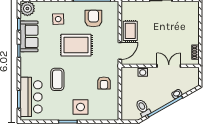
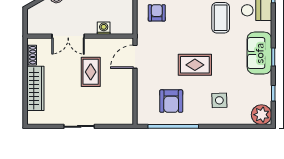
wardrobe: (193, 28) -> (35, 88), added
rug: (130, 31) -> (91, 72), moved
sofa: (29, 36) -> (259, 53), moved
rug: (76, 45) -> (195, 65), width x0.73, depth x0.70

